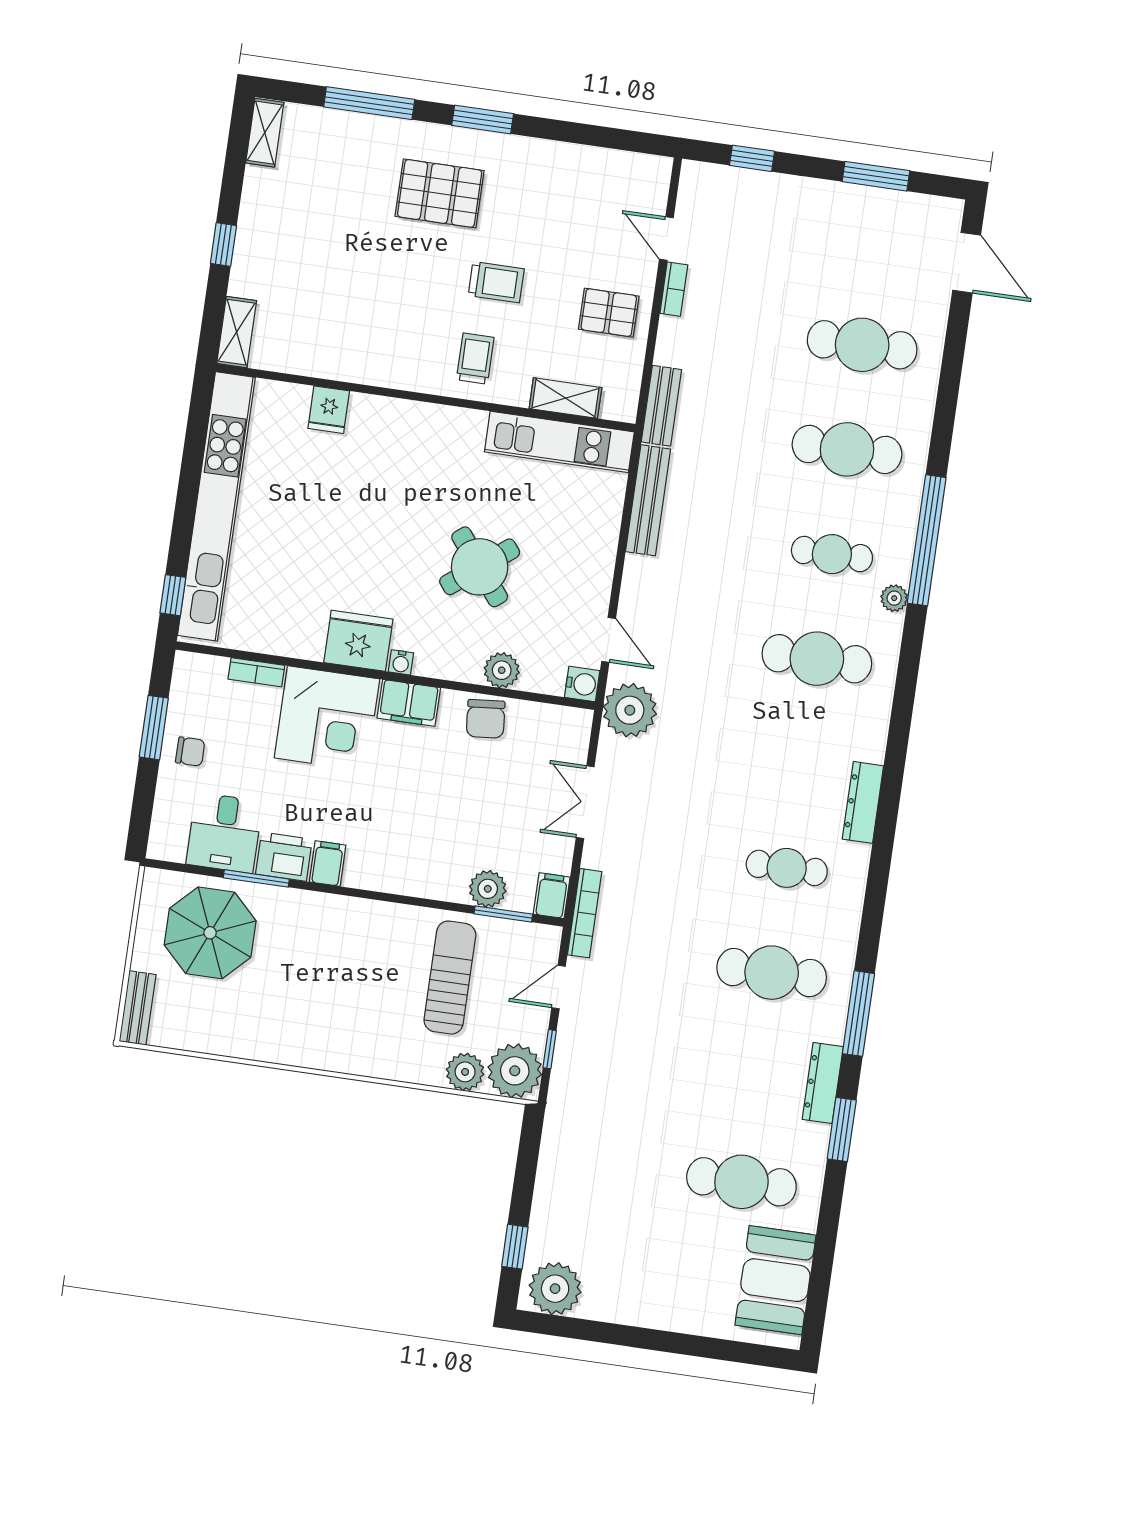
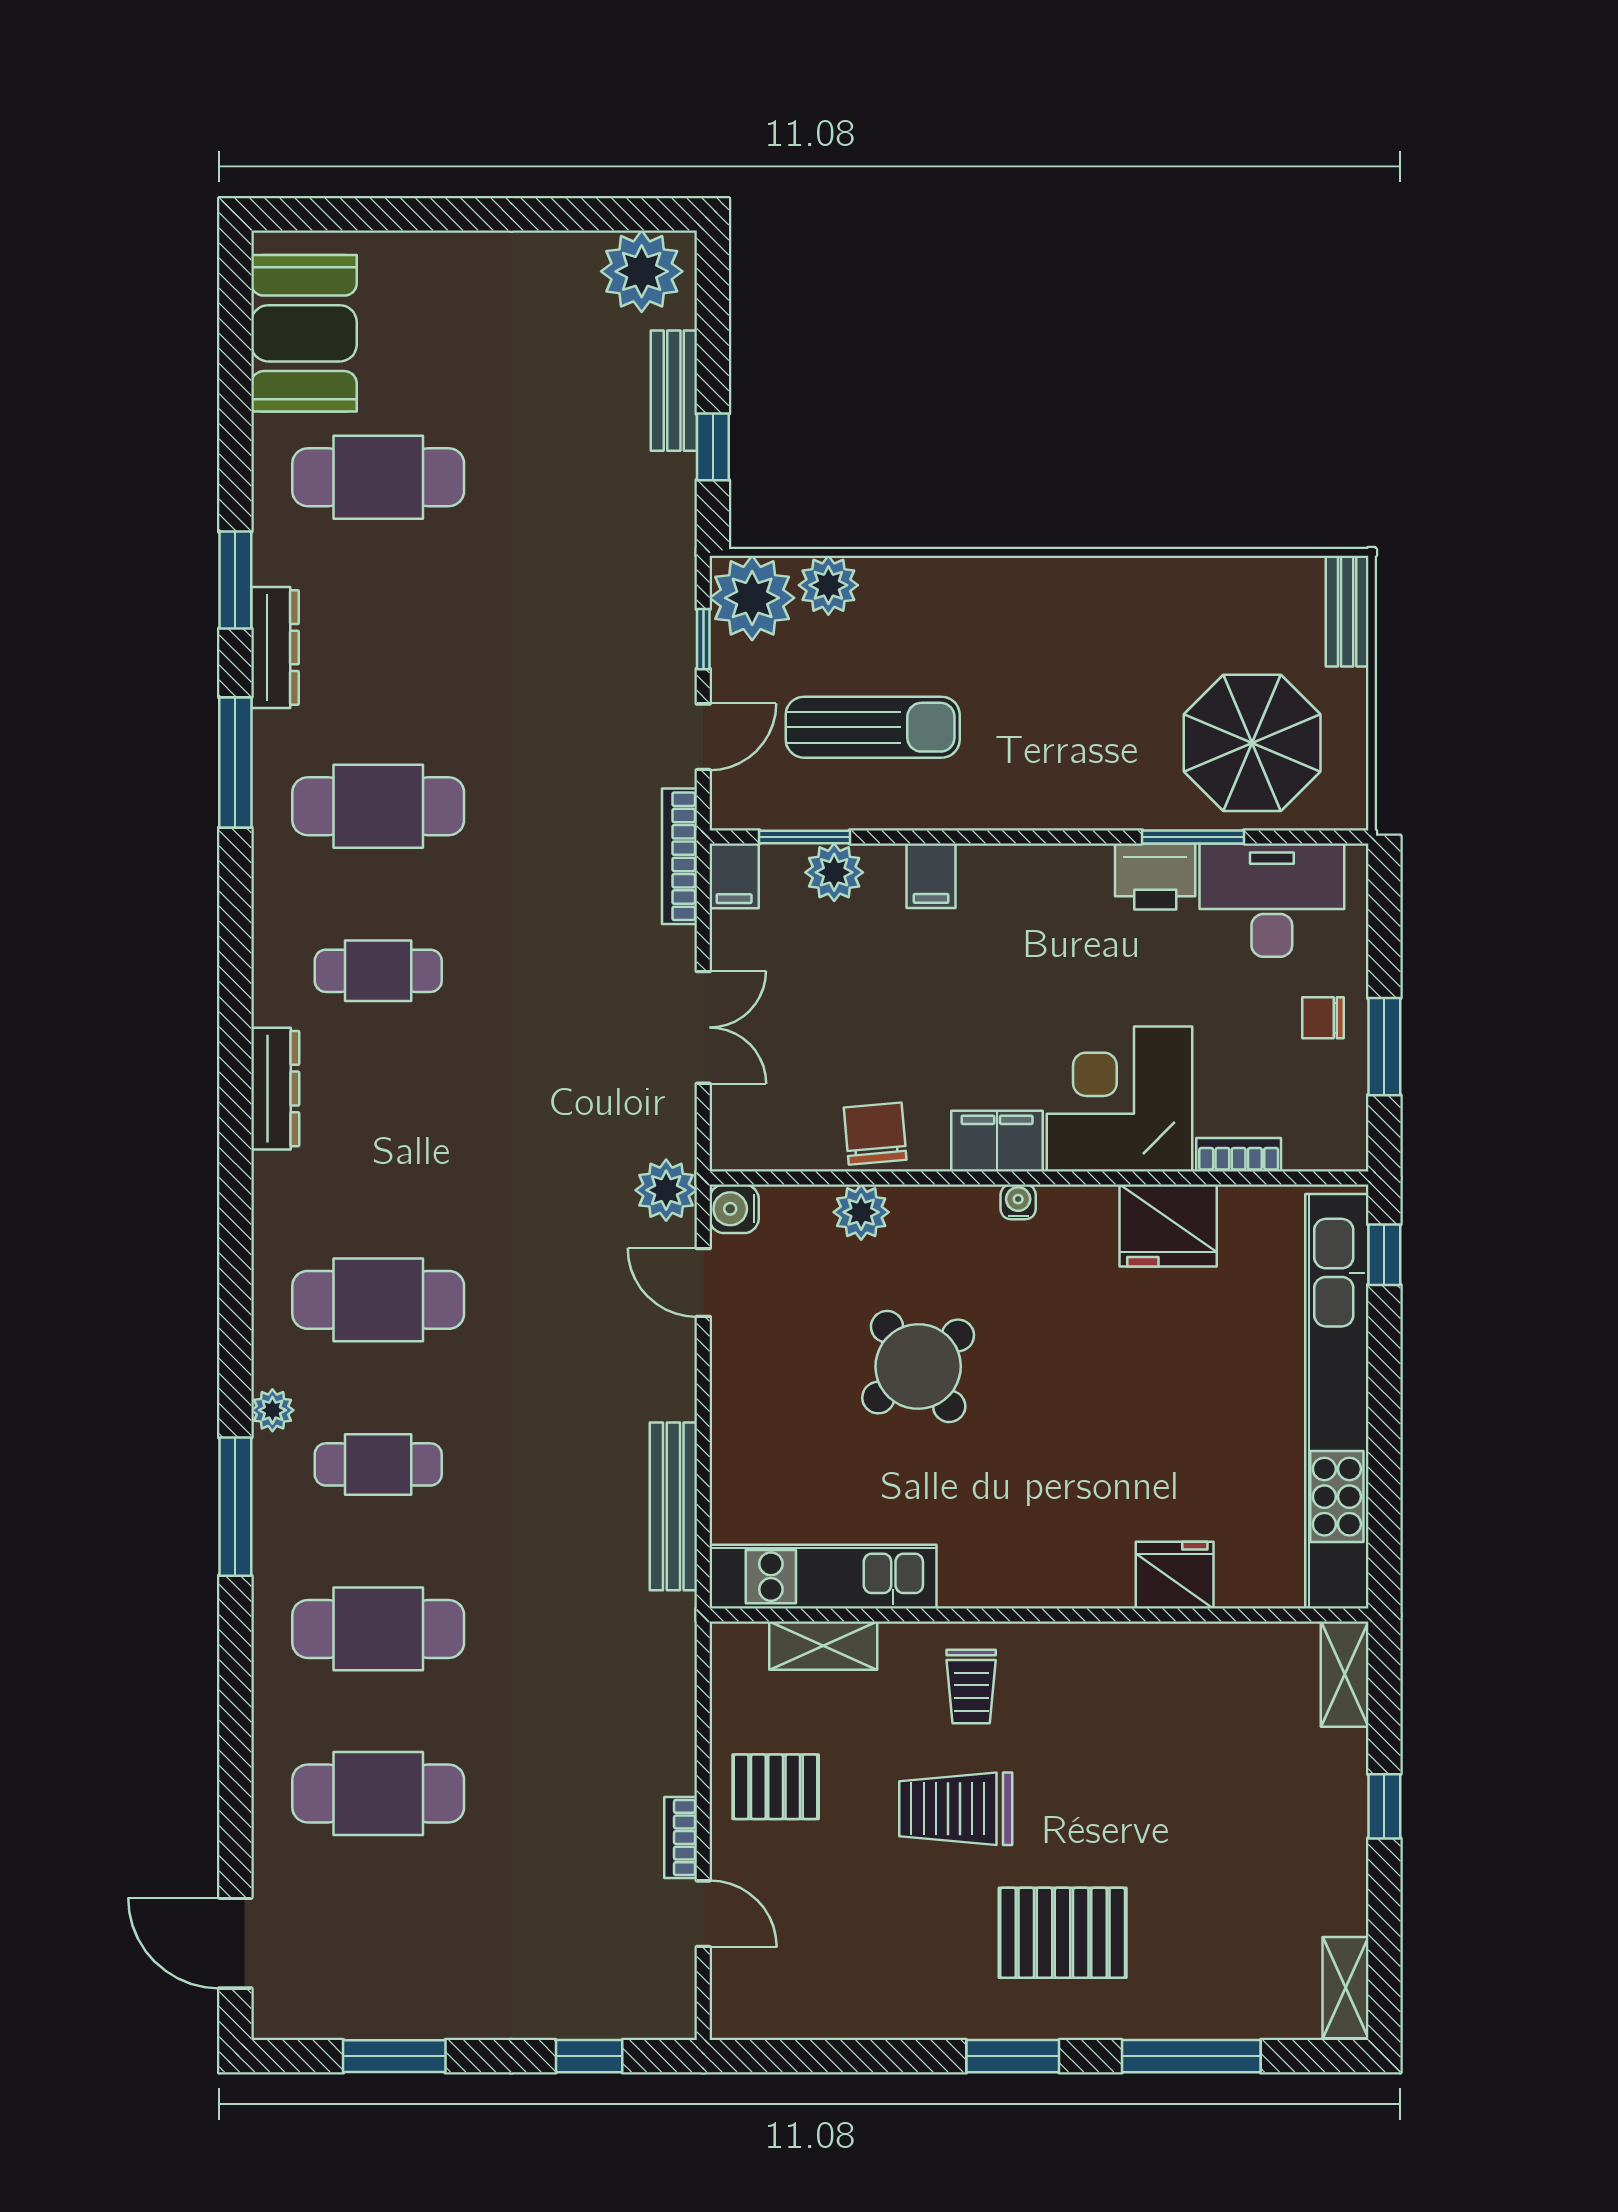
trolley: (496, 282) -> (956, 1809), width x1.36, depth x1.39
bench: (661, 406) -> (674, 391), moved
fridge: (329, 410) -> (1175, 1575), width x1.38
window: (927, 540) -> (235, 1507), width x0.68
fridge: (358, 641) -> (1168, 1226), moved
plant: (630, 710) -> (666, 1190), width x0.73, depth x0.73
desk: (224, 833) -> (1272, 900), width x1.37
filing cabinet: (328, 863) -> (931, 876), moved
sun lounger: (450, 978) -> (873, 727), turned -90
window: (515, 1247) -> (713, 447), moved

